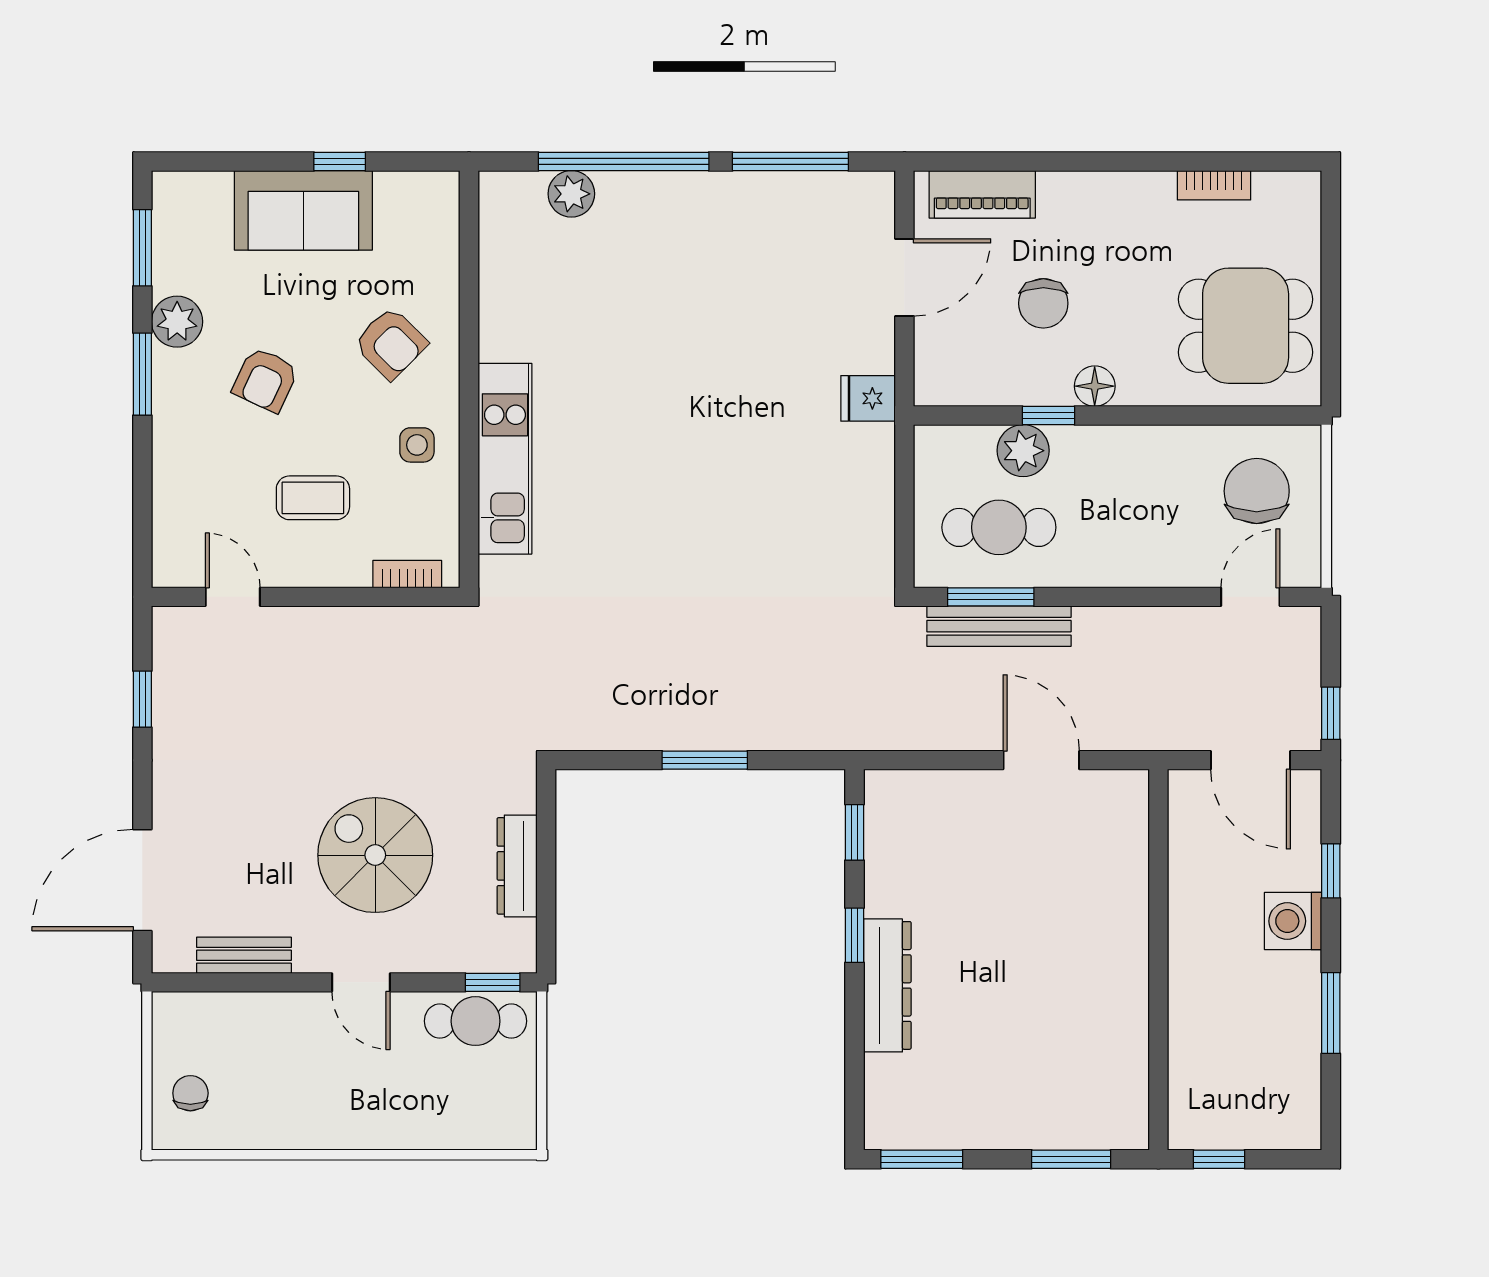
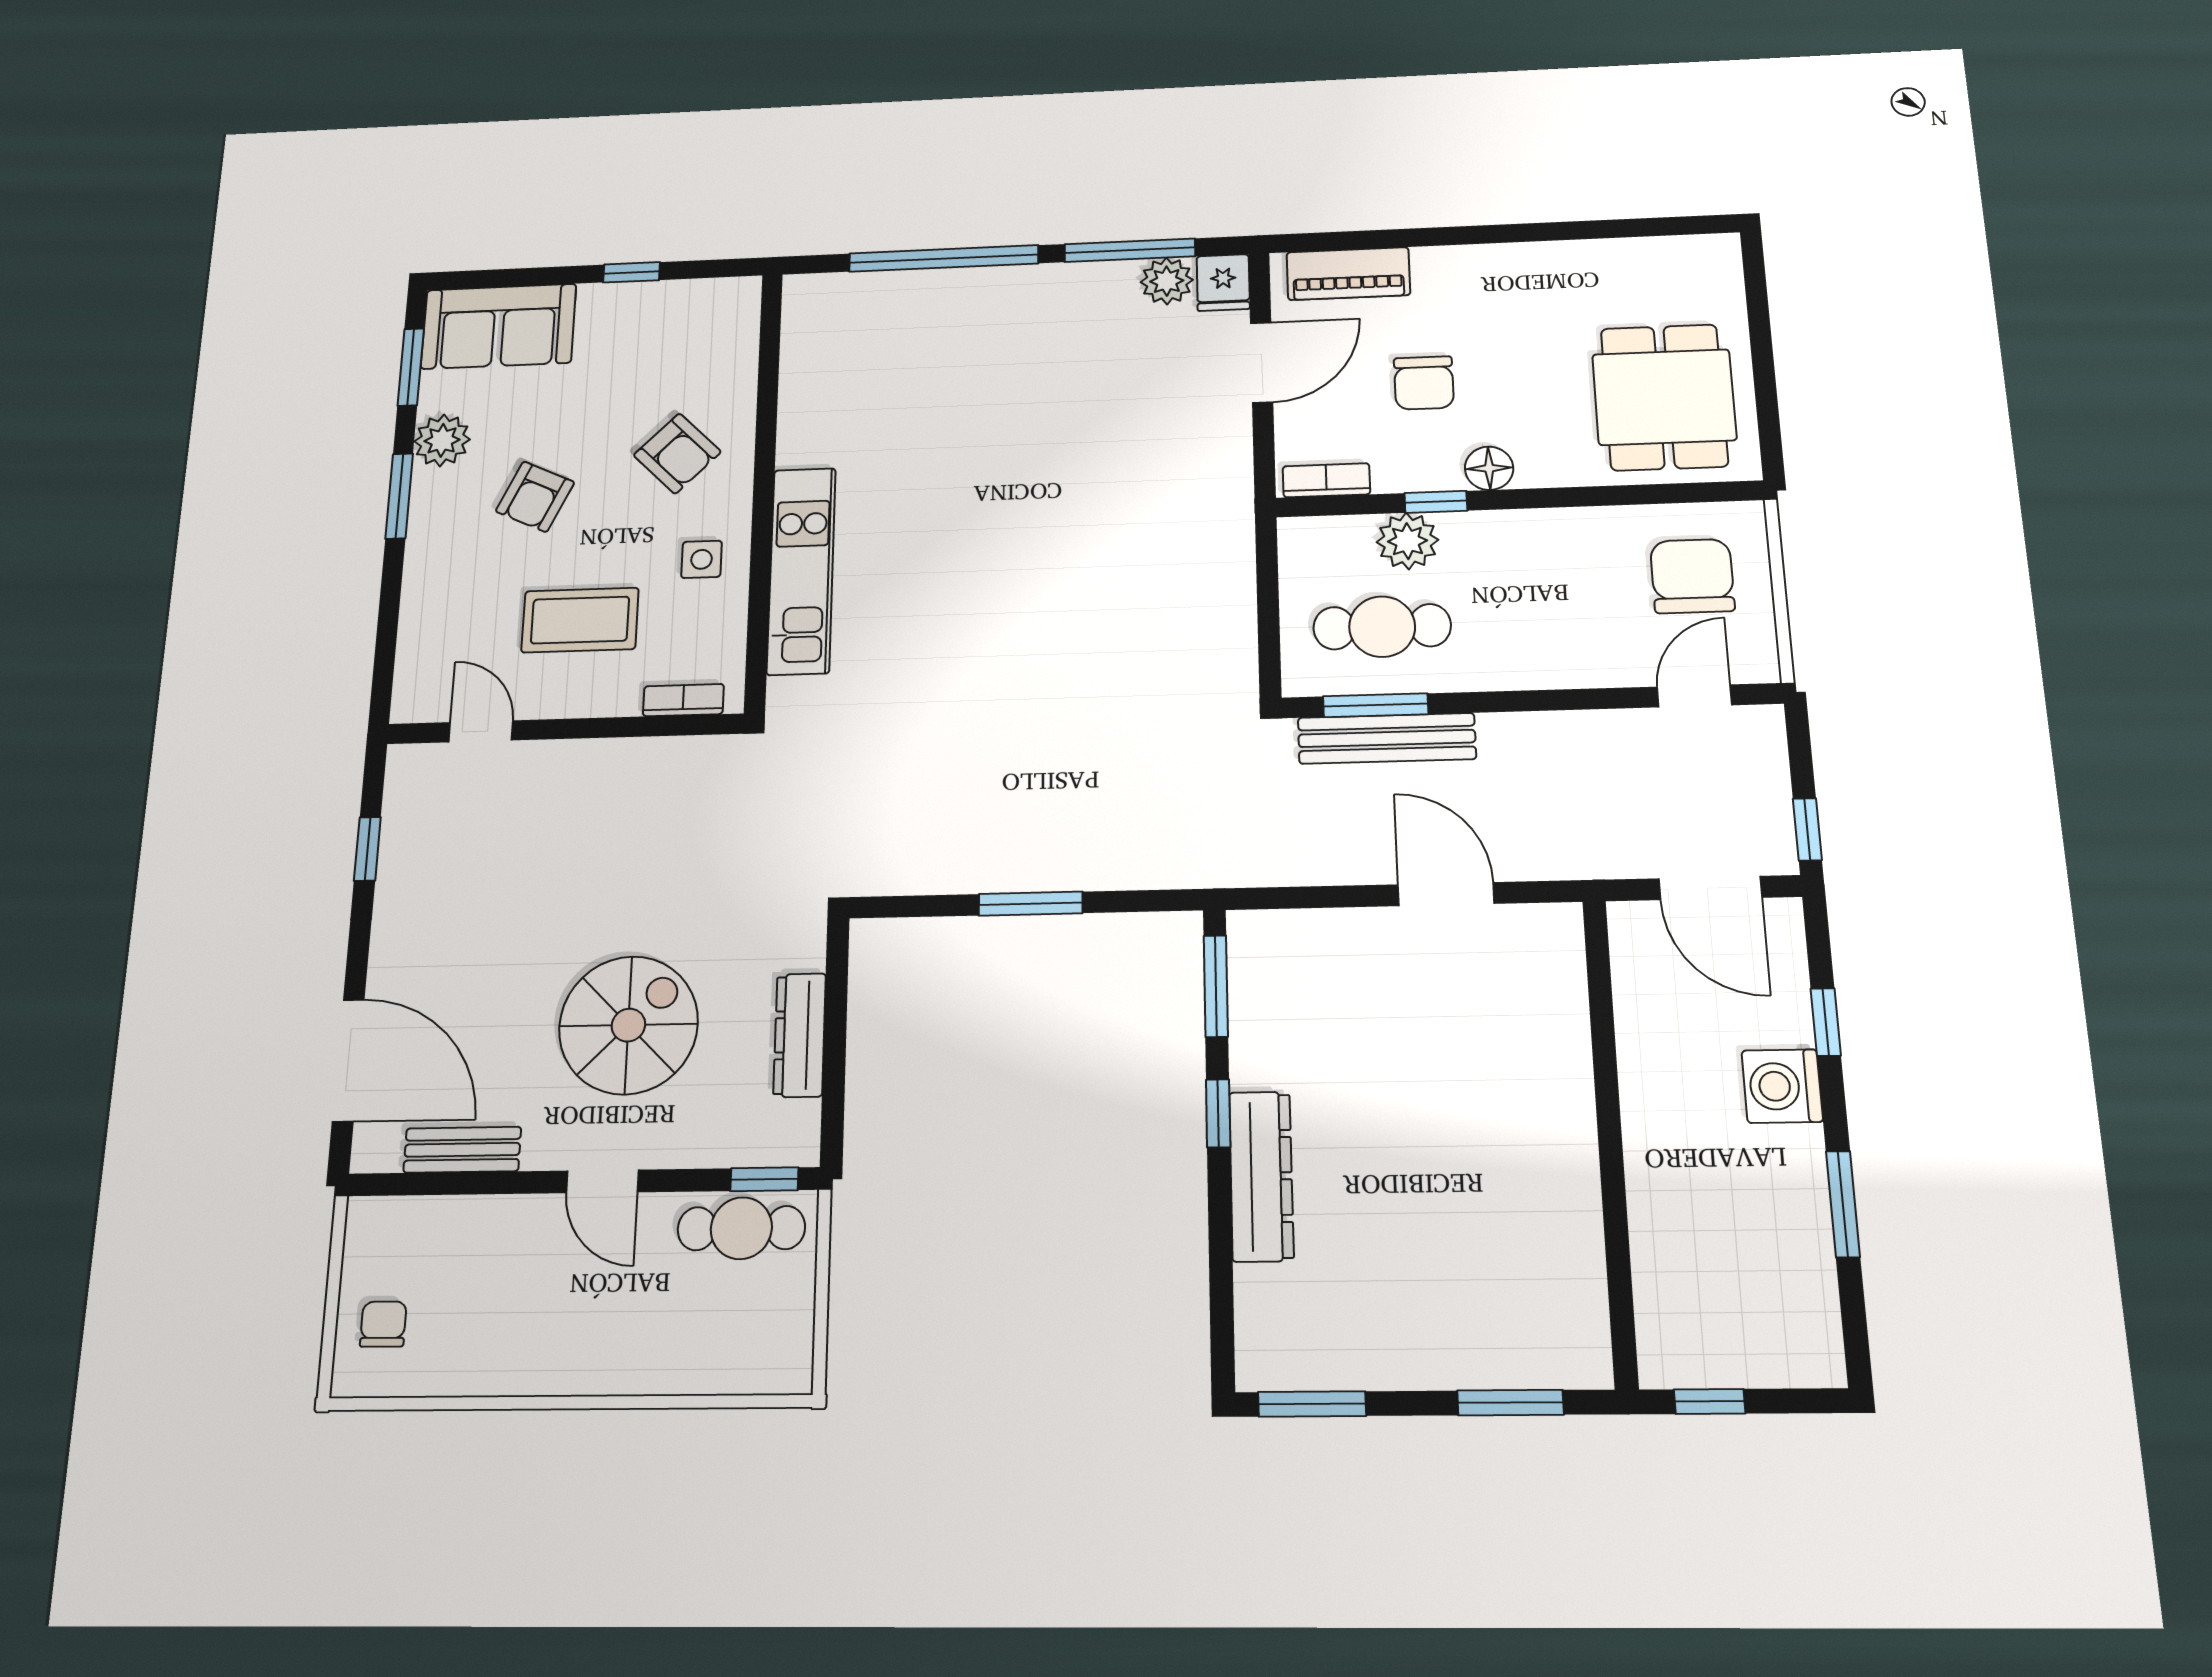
bookcase: (1214, 185) -> (1326, 480), moved, turned 180
plant: (571, 194) -> (1167, 281), moved
sofa: (303, 210) -> (499, 326), moved
dining table: (1246, 326) -> (1664, 397), turned 90
fridge: (868, 398) -> (1223, 283), moved, turned -90
coffee table: (313, 498) -> (580, 620), width x1.36, depth x1.30
window: (855, 832) -> (1216, 986), width x1.50
spiral stairs: (375, 855) -> (628, 1025), turned 90
door: (142, 880) -> (348, 1060), swing flipped

